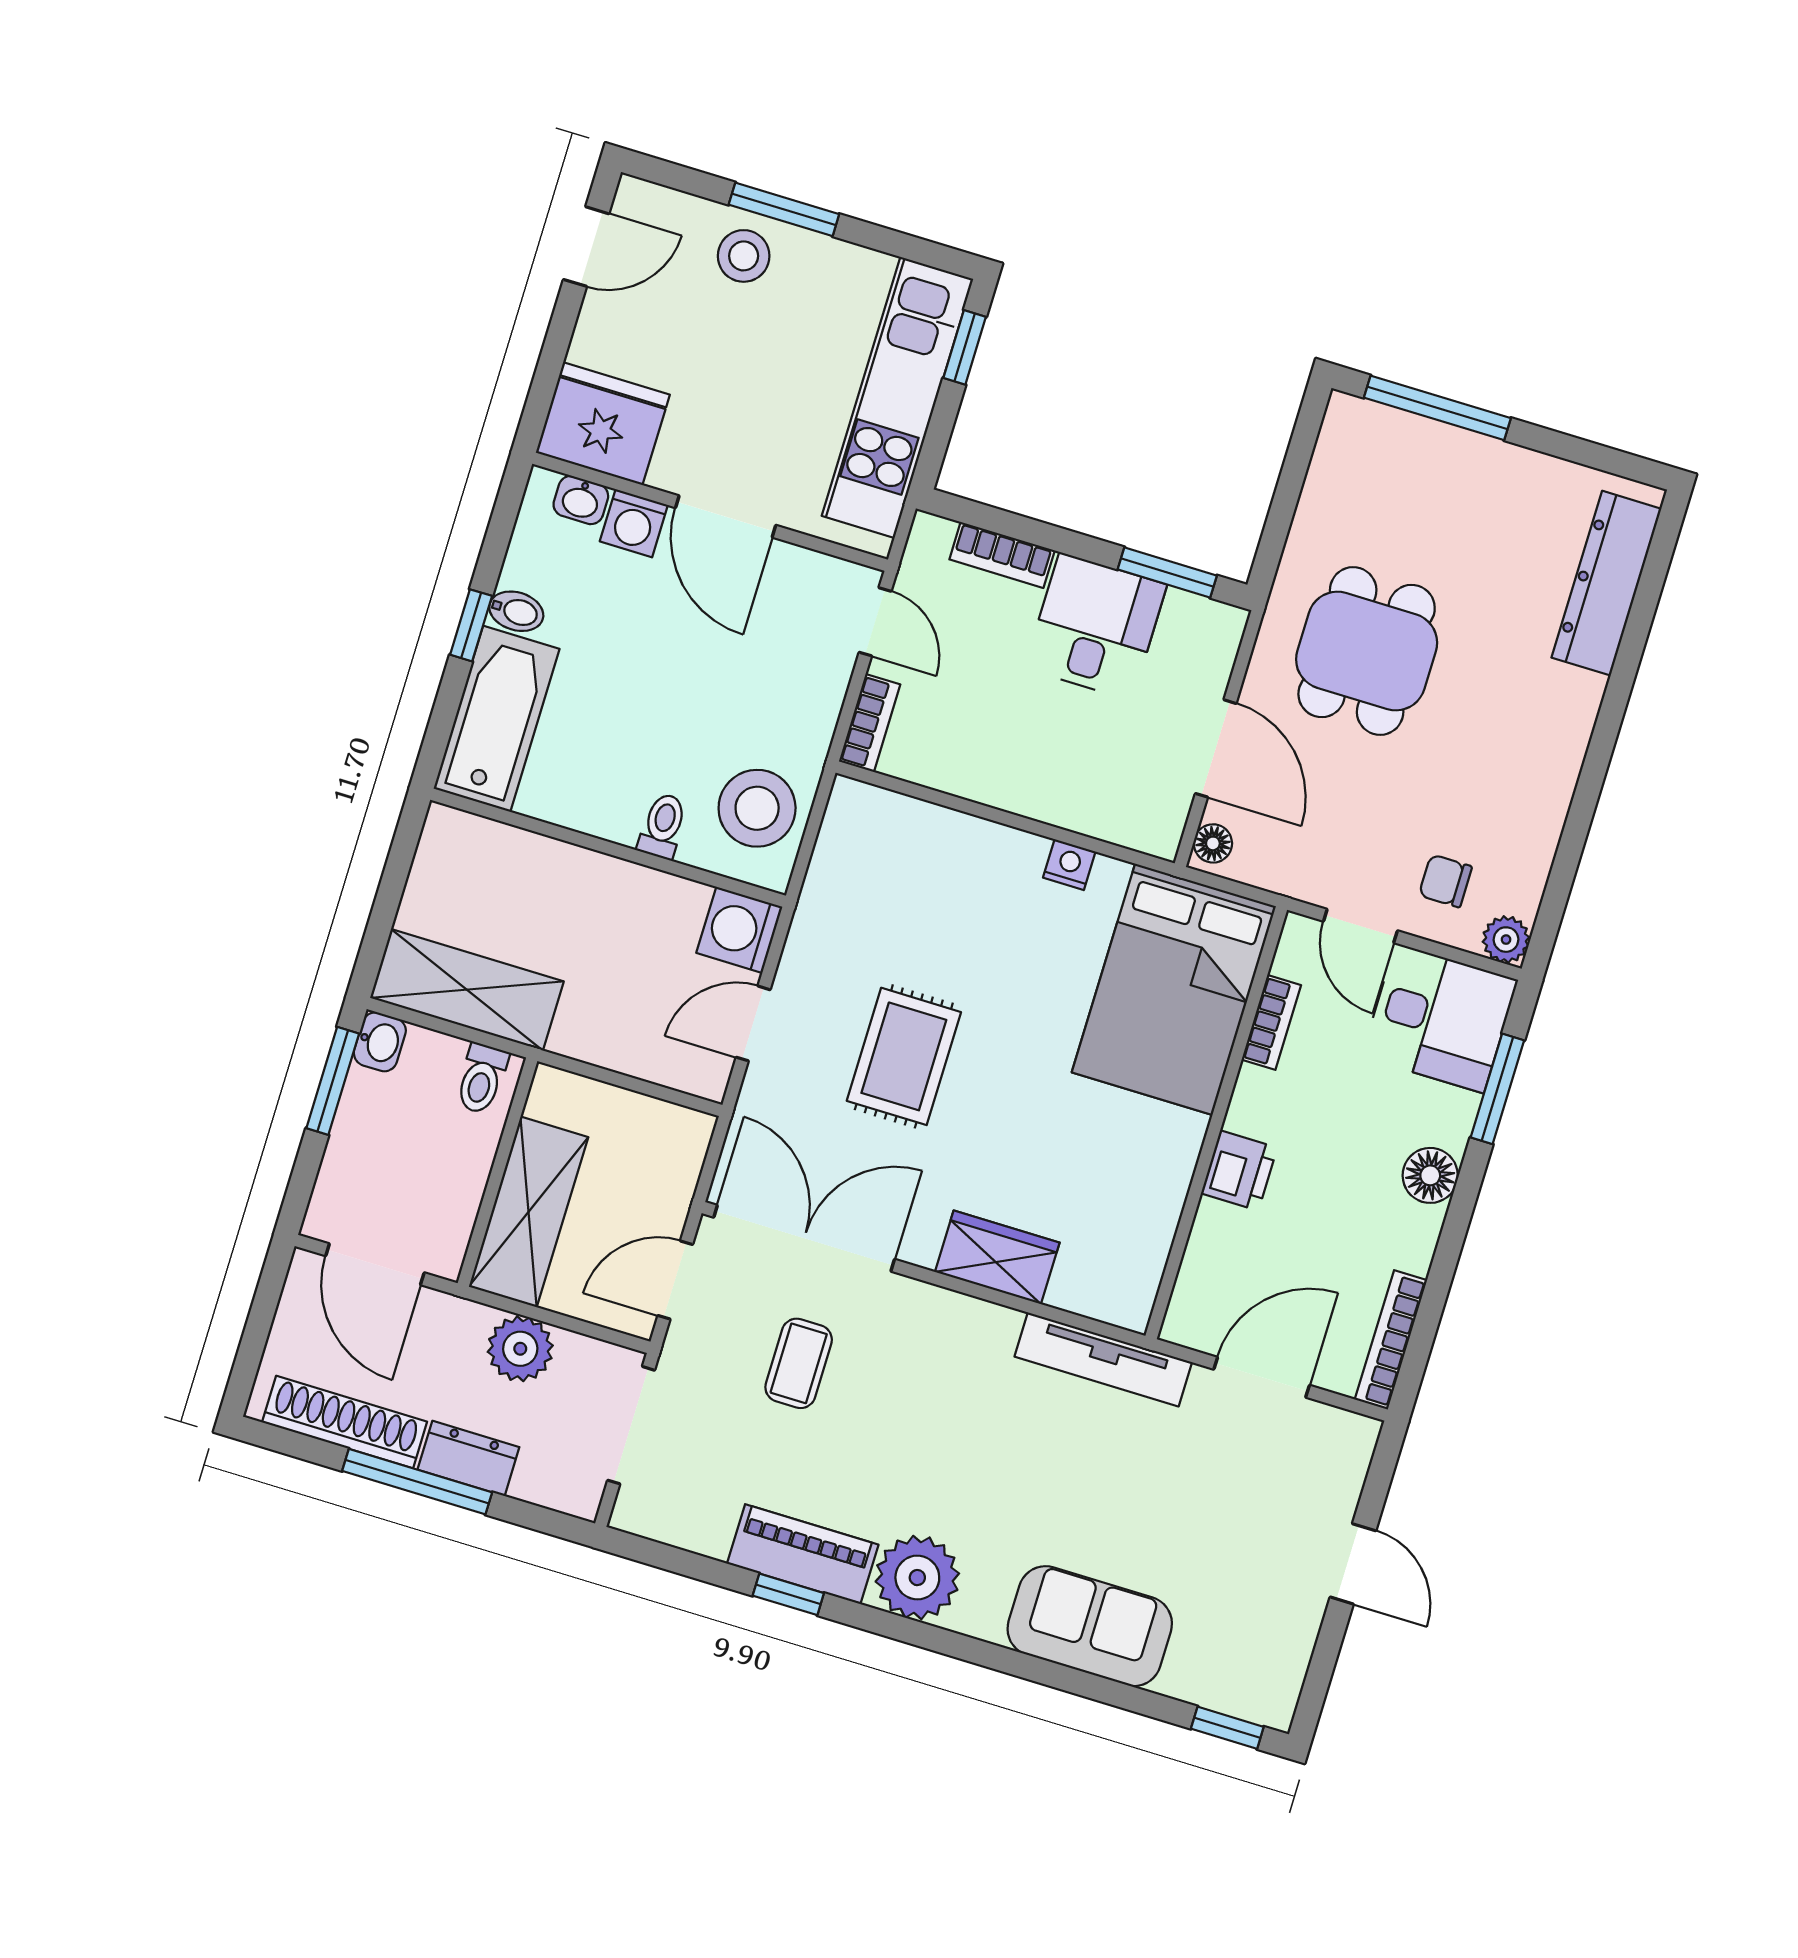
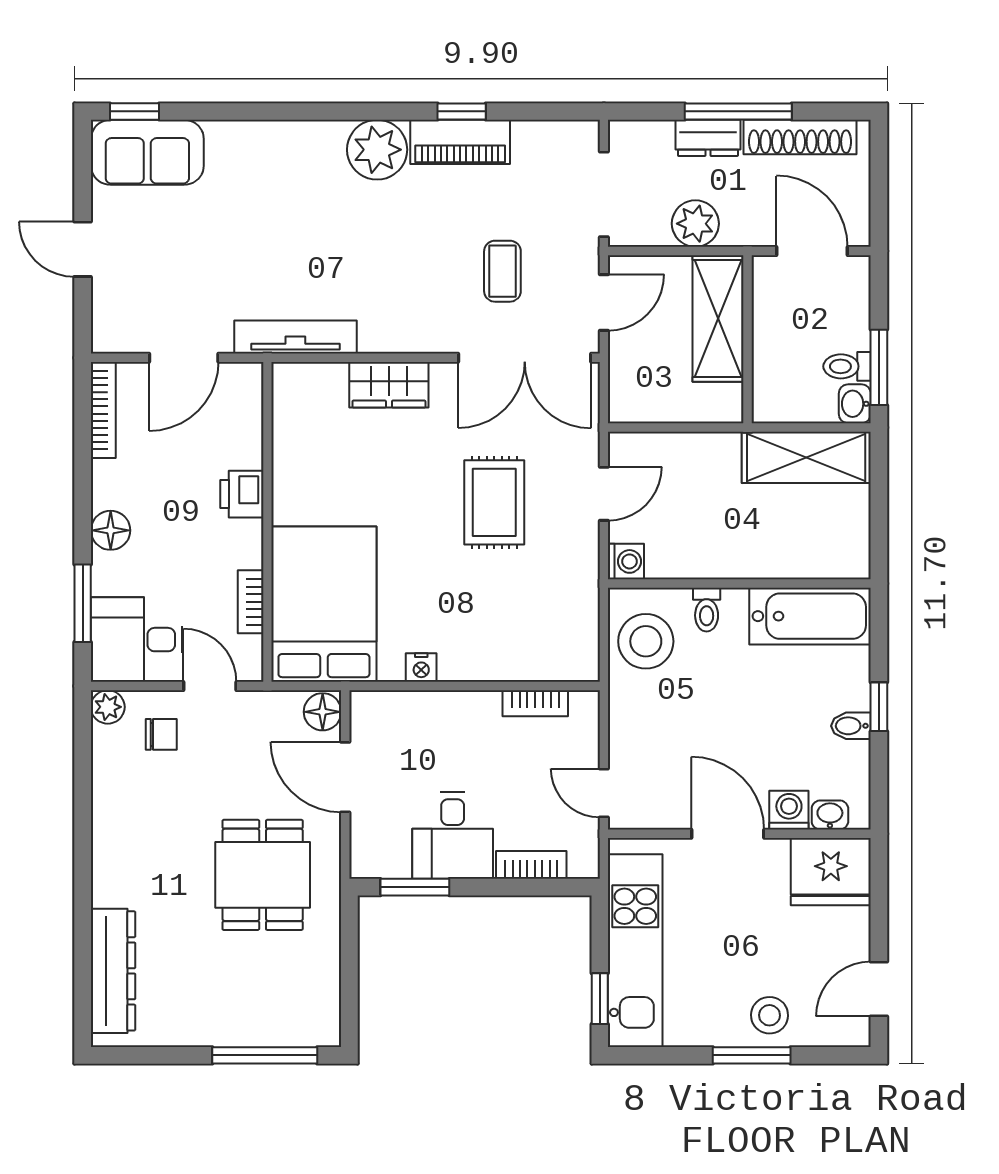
bathtub: (497, 719) -> (810, 616), moved, turned -90
bookcase: (870, 723) -> (535, 703), moved, turned -90
floor lamp: (1213, 843) -> (323, 712), width x1.37, depth x1.37
washing machine: (739, 930) -> (626, 561), width x0.73, depth x0.73
toilet: (482, 1079) -> (847, 366), moved, turned -90
sofa: (1090, 1626) -> (147, 152), moved

